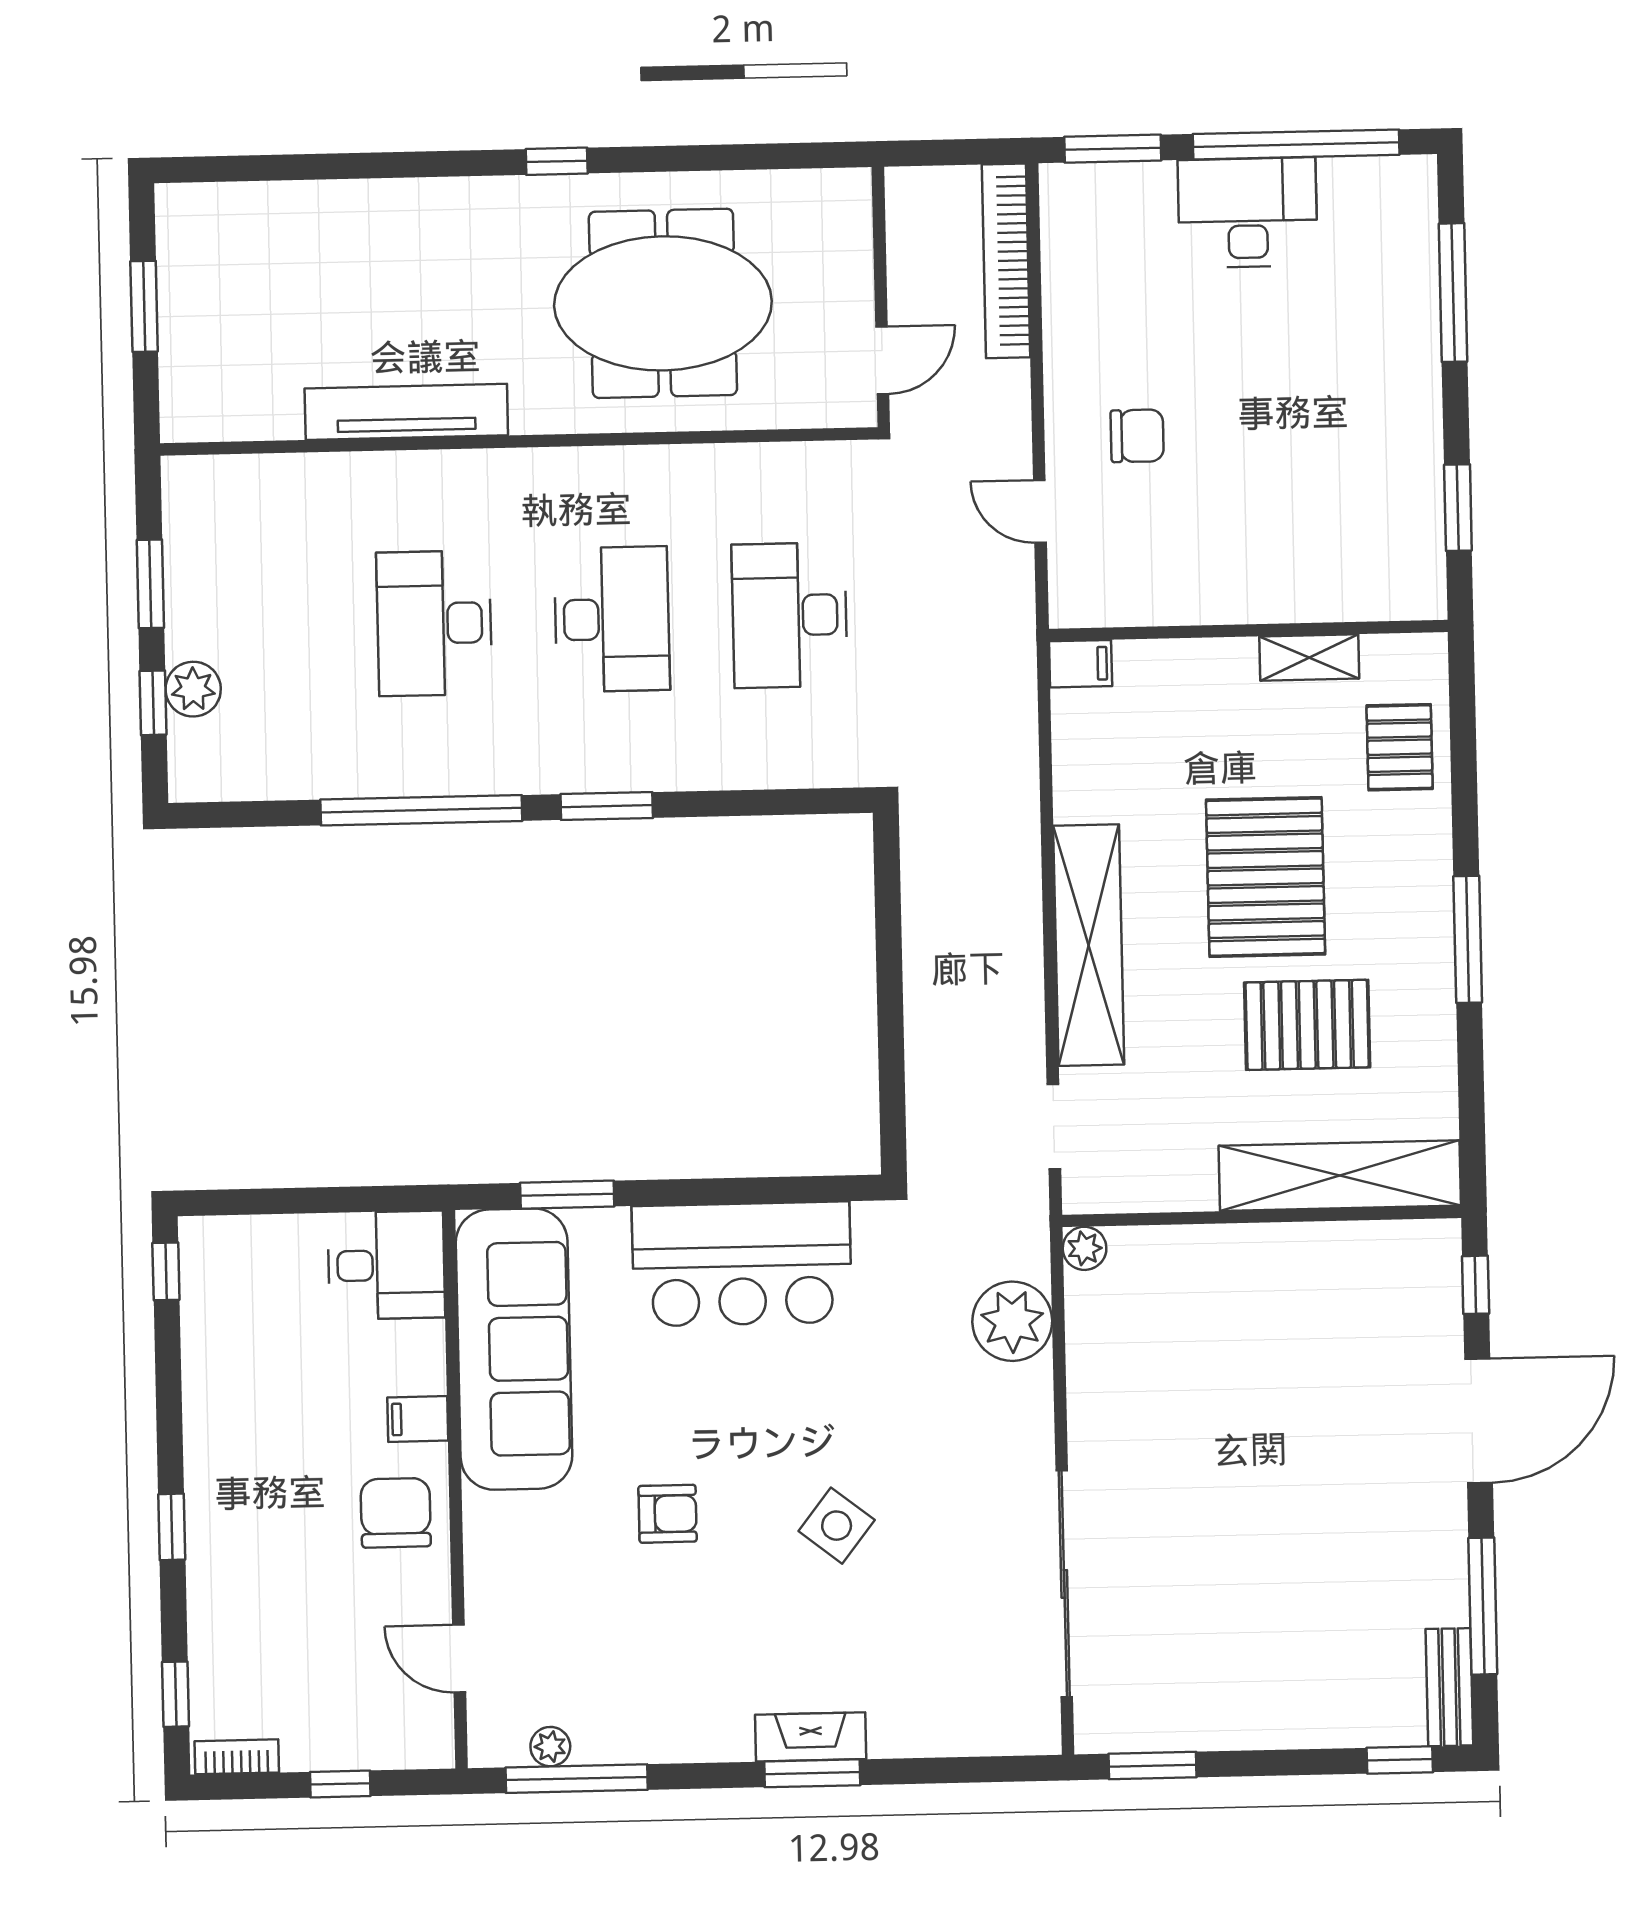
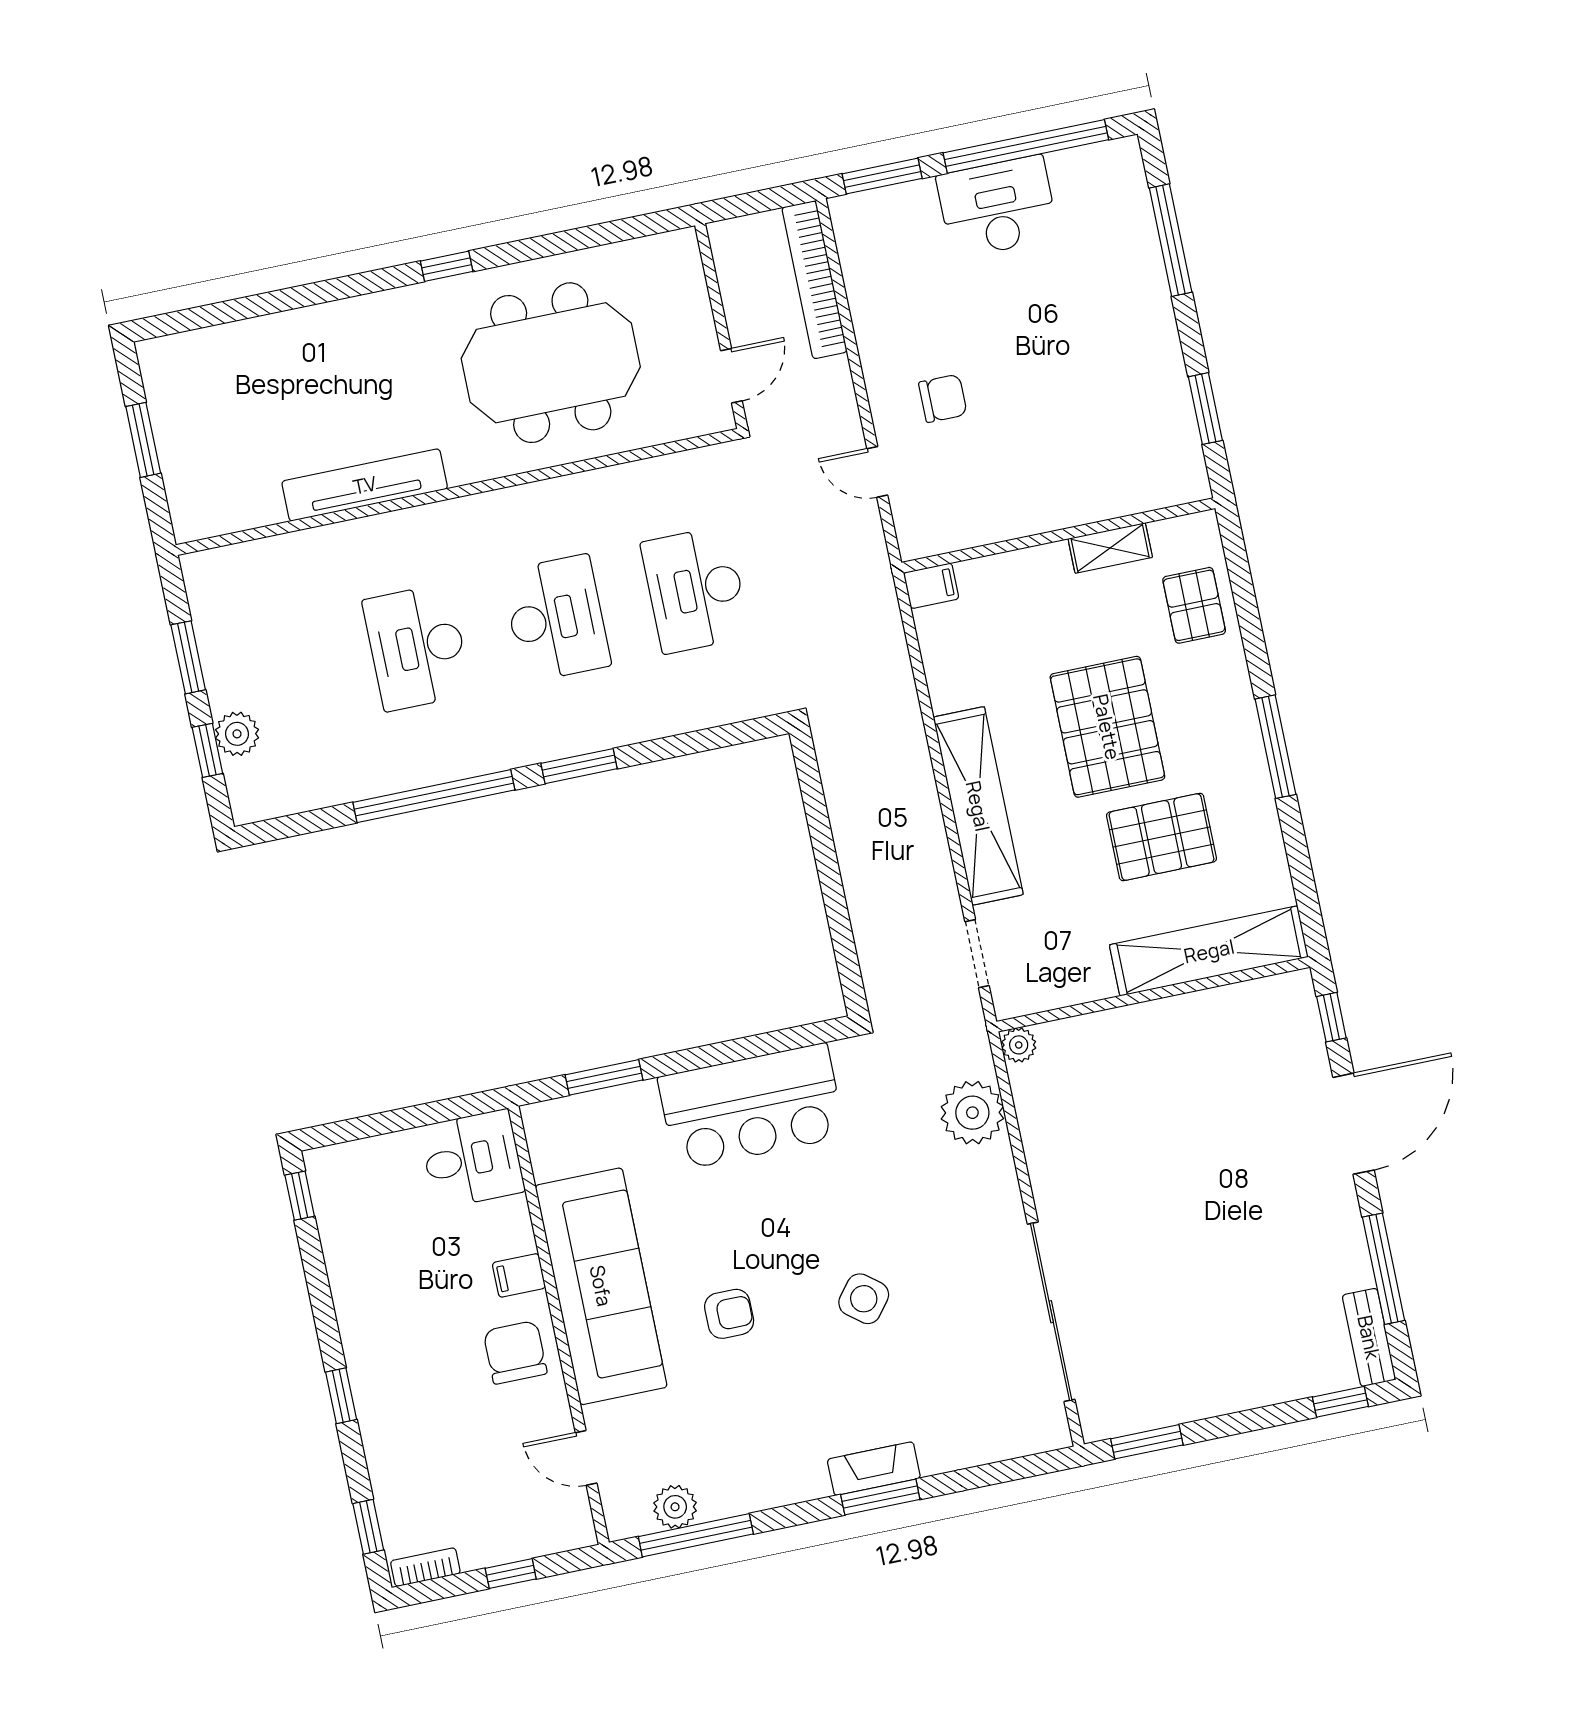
sofa: (514, 1349) -> (601, 1286), moved
plant: (550, 1747) -> (675, 1507), width x1.38, depth x1.38

